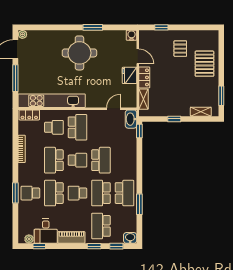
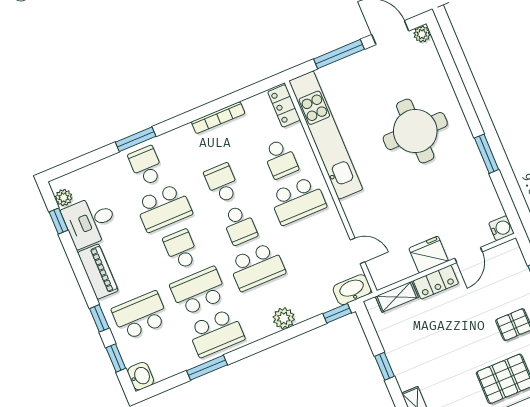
round table: (79, 53) -> (415, 131), moved
plant: (131, 158) -> (284, 318), added
school desk: (54, 160) -> (222, 183), width x0.54
school desk: (54, 193) -> (164, 208), turned 180

